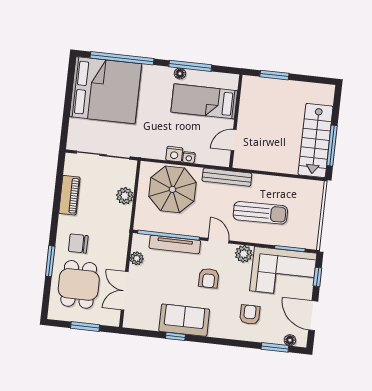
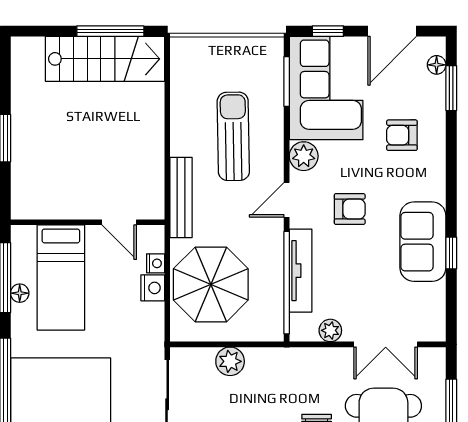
bed: (204, 101) -> (61, 278), moved
wall: (236, 121) -> (88, 222), moved
door: (234, 140) -> (119, 222), moved

